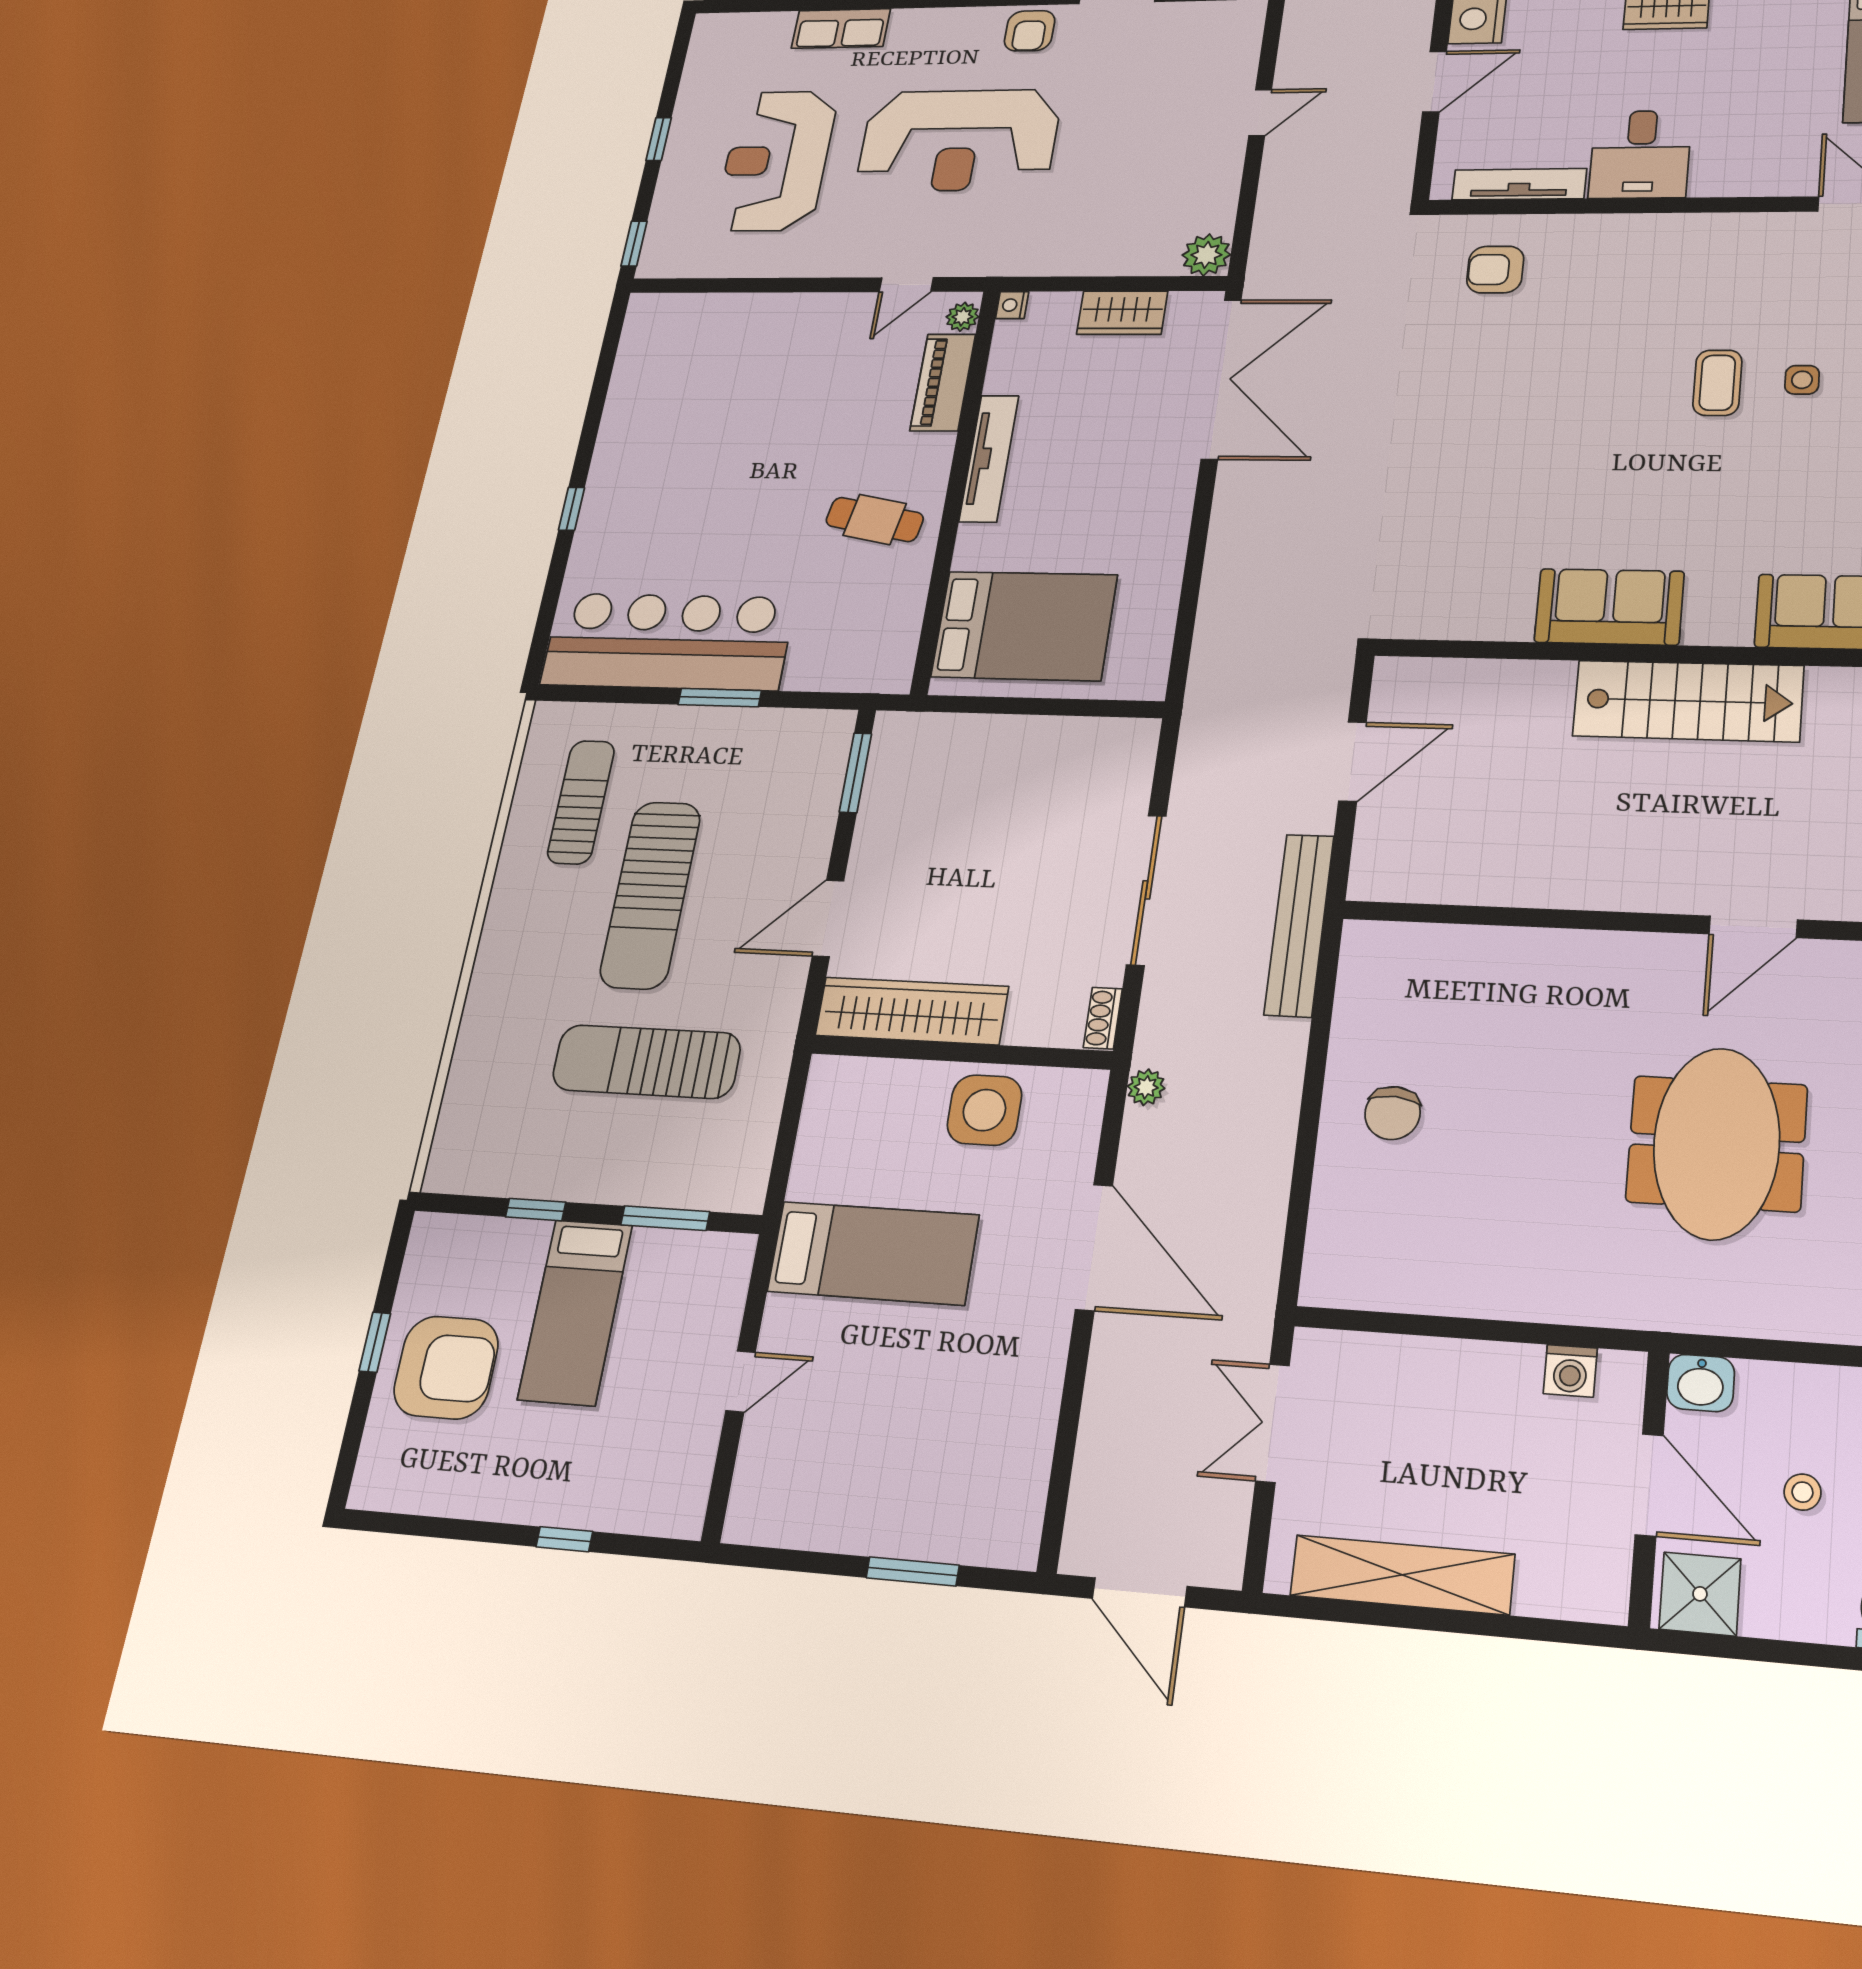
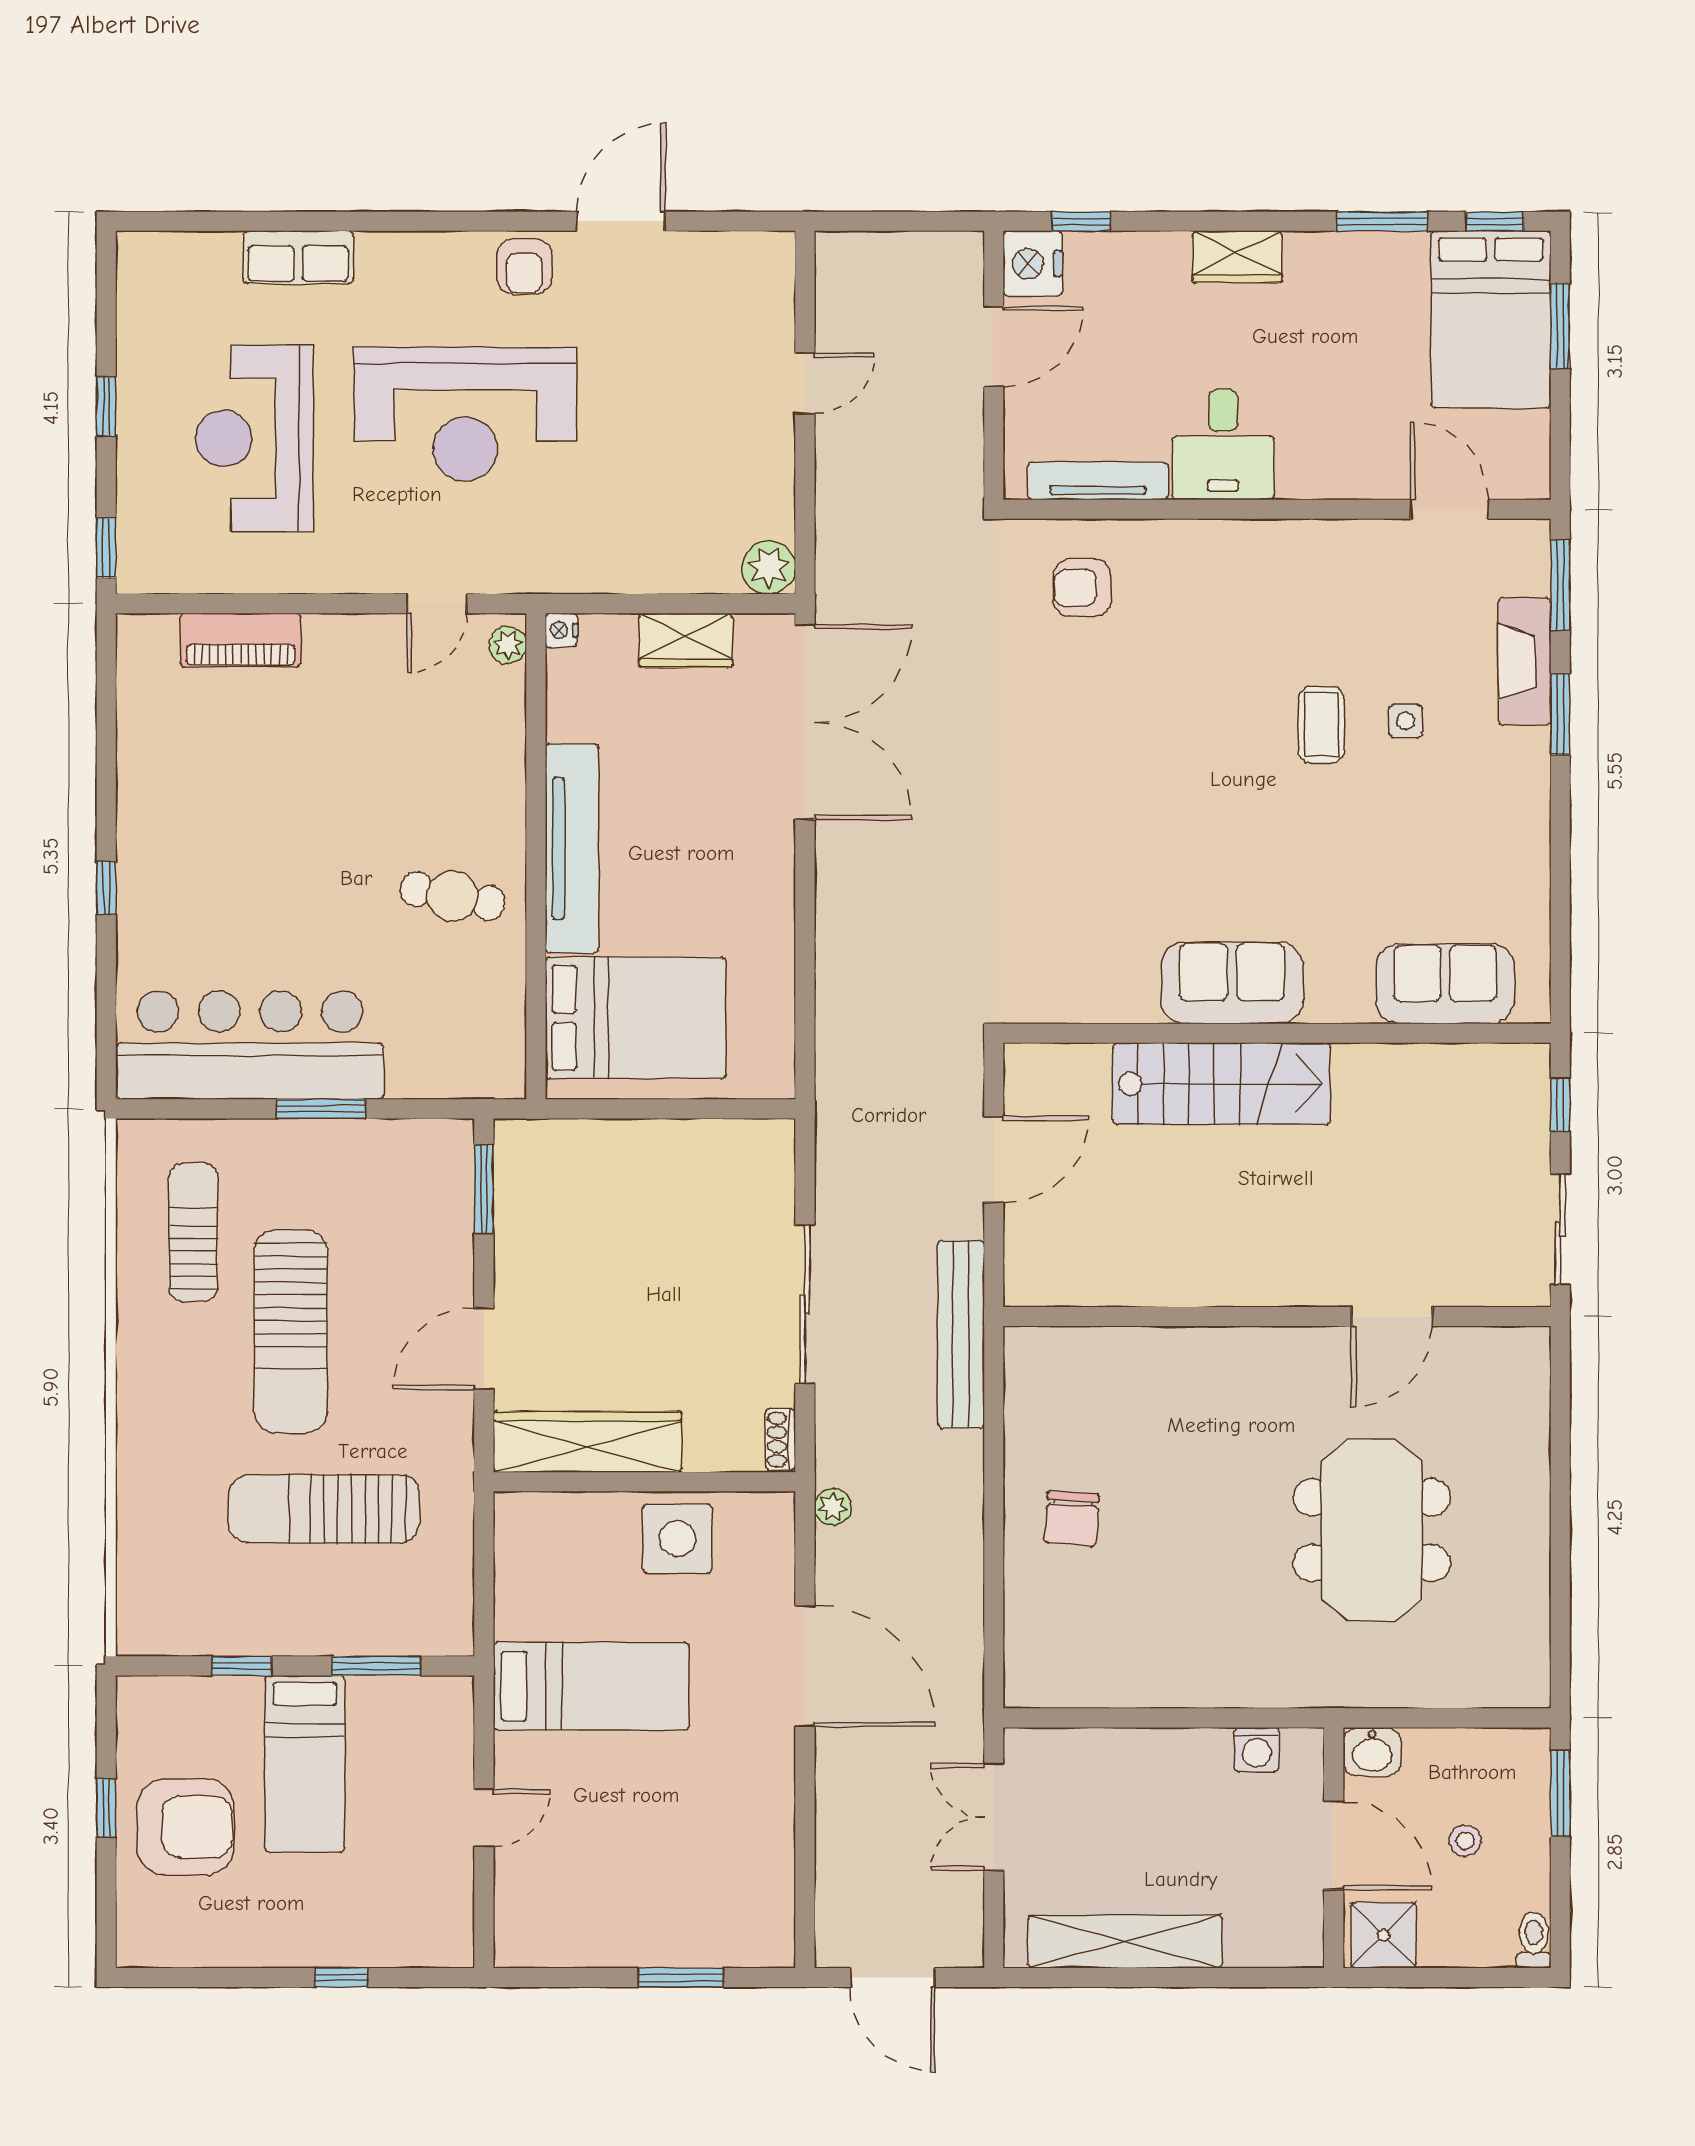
piano: (943, 382) -> (241, 640), moved, turned -90
tv unit: (989, 458) -> (572, 848), width x1.36, depth x1.29
stairs: (1688, 701) -> (1221, 1084), moved

